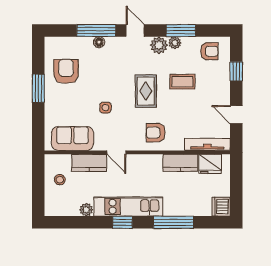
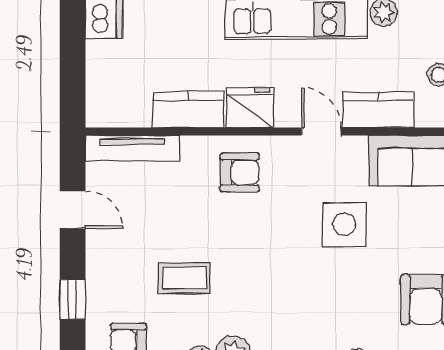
rug: (146, 91) -> (260, 259), removed
side table: (105, 108) -> (344, 224), width x1.87, depth x1.87
fridge: (210, 164) -> (250, 108), moved

